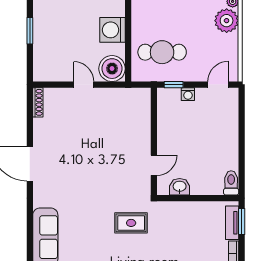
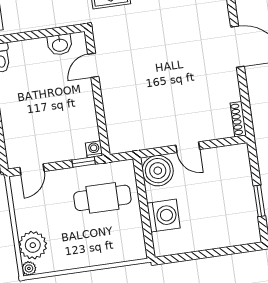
washing machine: (188, 94) -> (94, 149), moved

